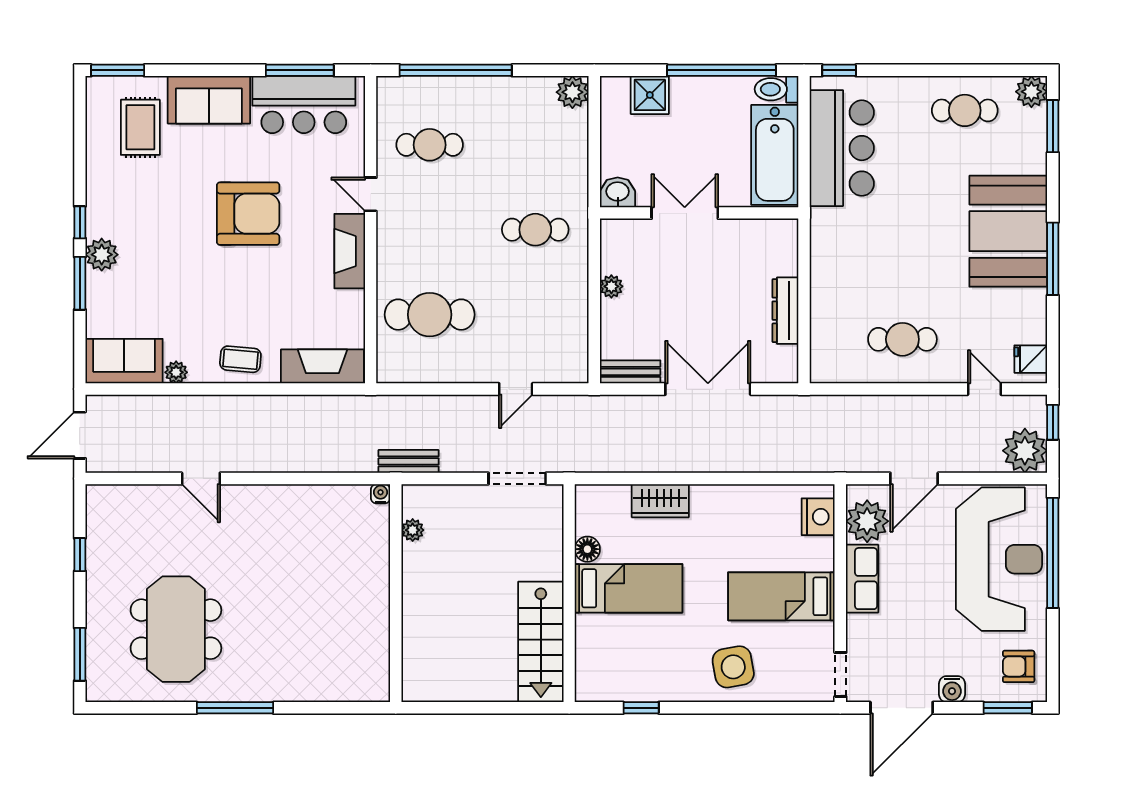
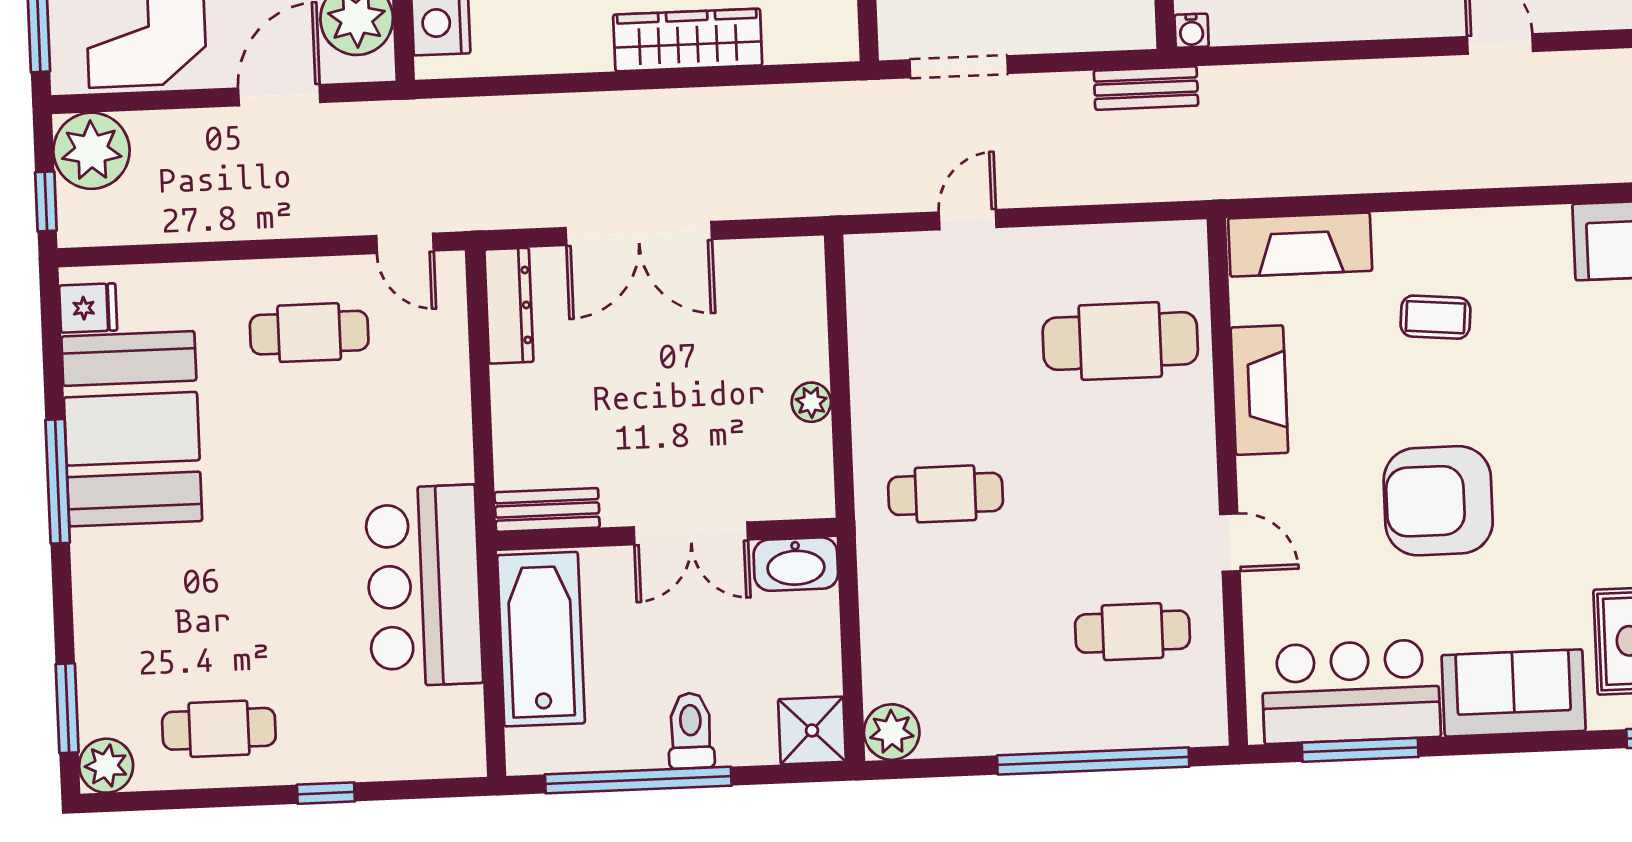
window: (839, 70) -> (326, 793), moved
toilet: (776, 89) -> (691, 731), moved, turned -90
shower: (650, 95) -> (812, 730), moved
bar counter: (842, 148) -> (424, 586), moved
washbasin: (618, 192) -> (796, 564), width x1.38
booth: (1008, 231) -> (132, 429), moved
fireplace: (350, 251) -> (1259, 390), moved
dresser: (785, 311) -> (509, 306), moved
coffee table: (240, 359) -> (1435, 317), moved
plant: (176, 372) -> (1550, 224), removed
bench: (630, 372) -> (547, 510), moved
door: (984, 389) -> (405, 243), moved
wardrobe: (660, 501) -> (688, 40), width x1.50

